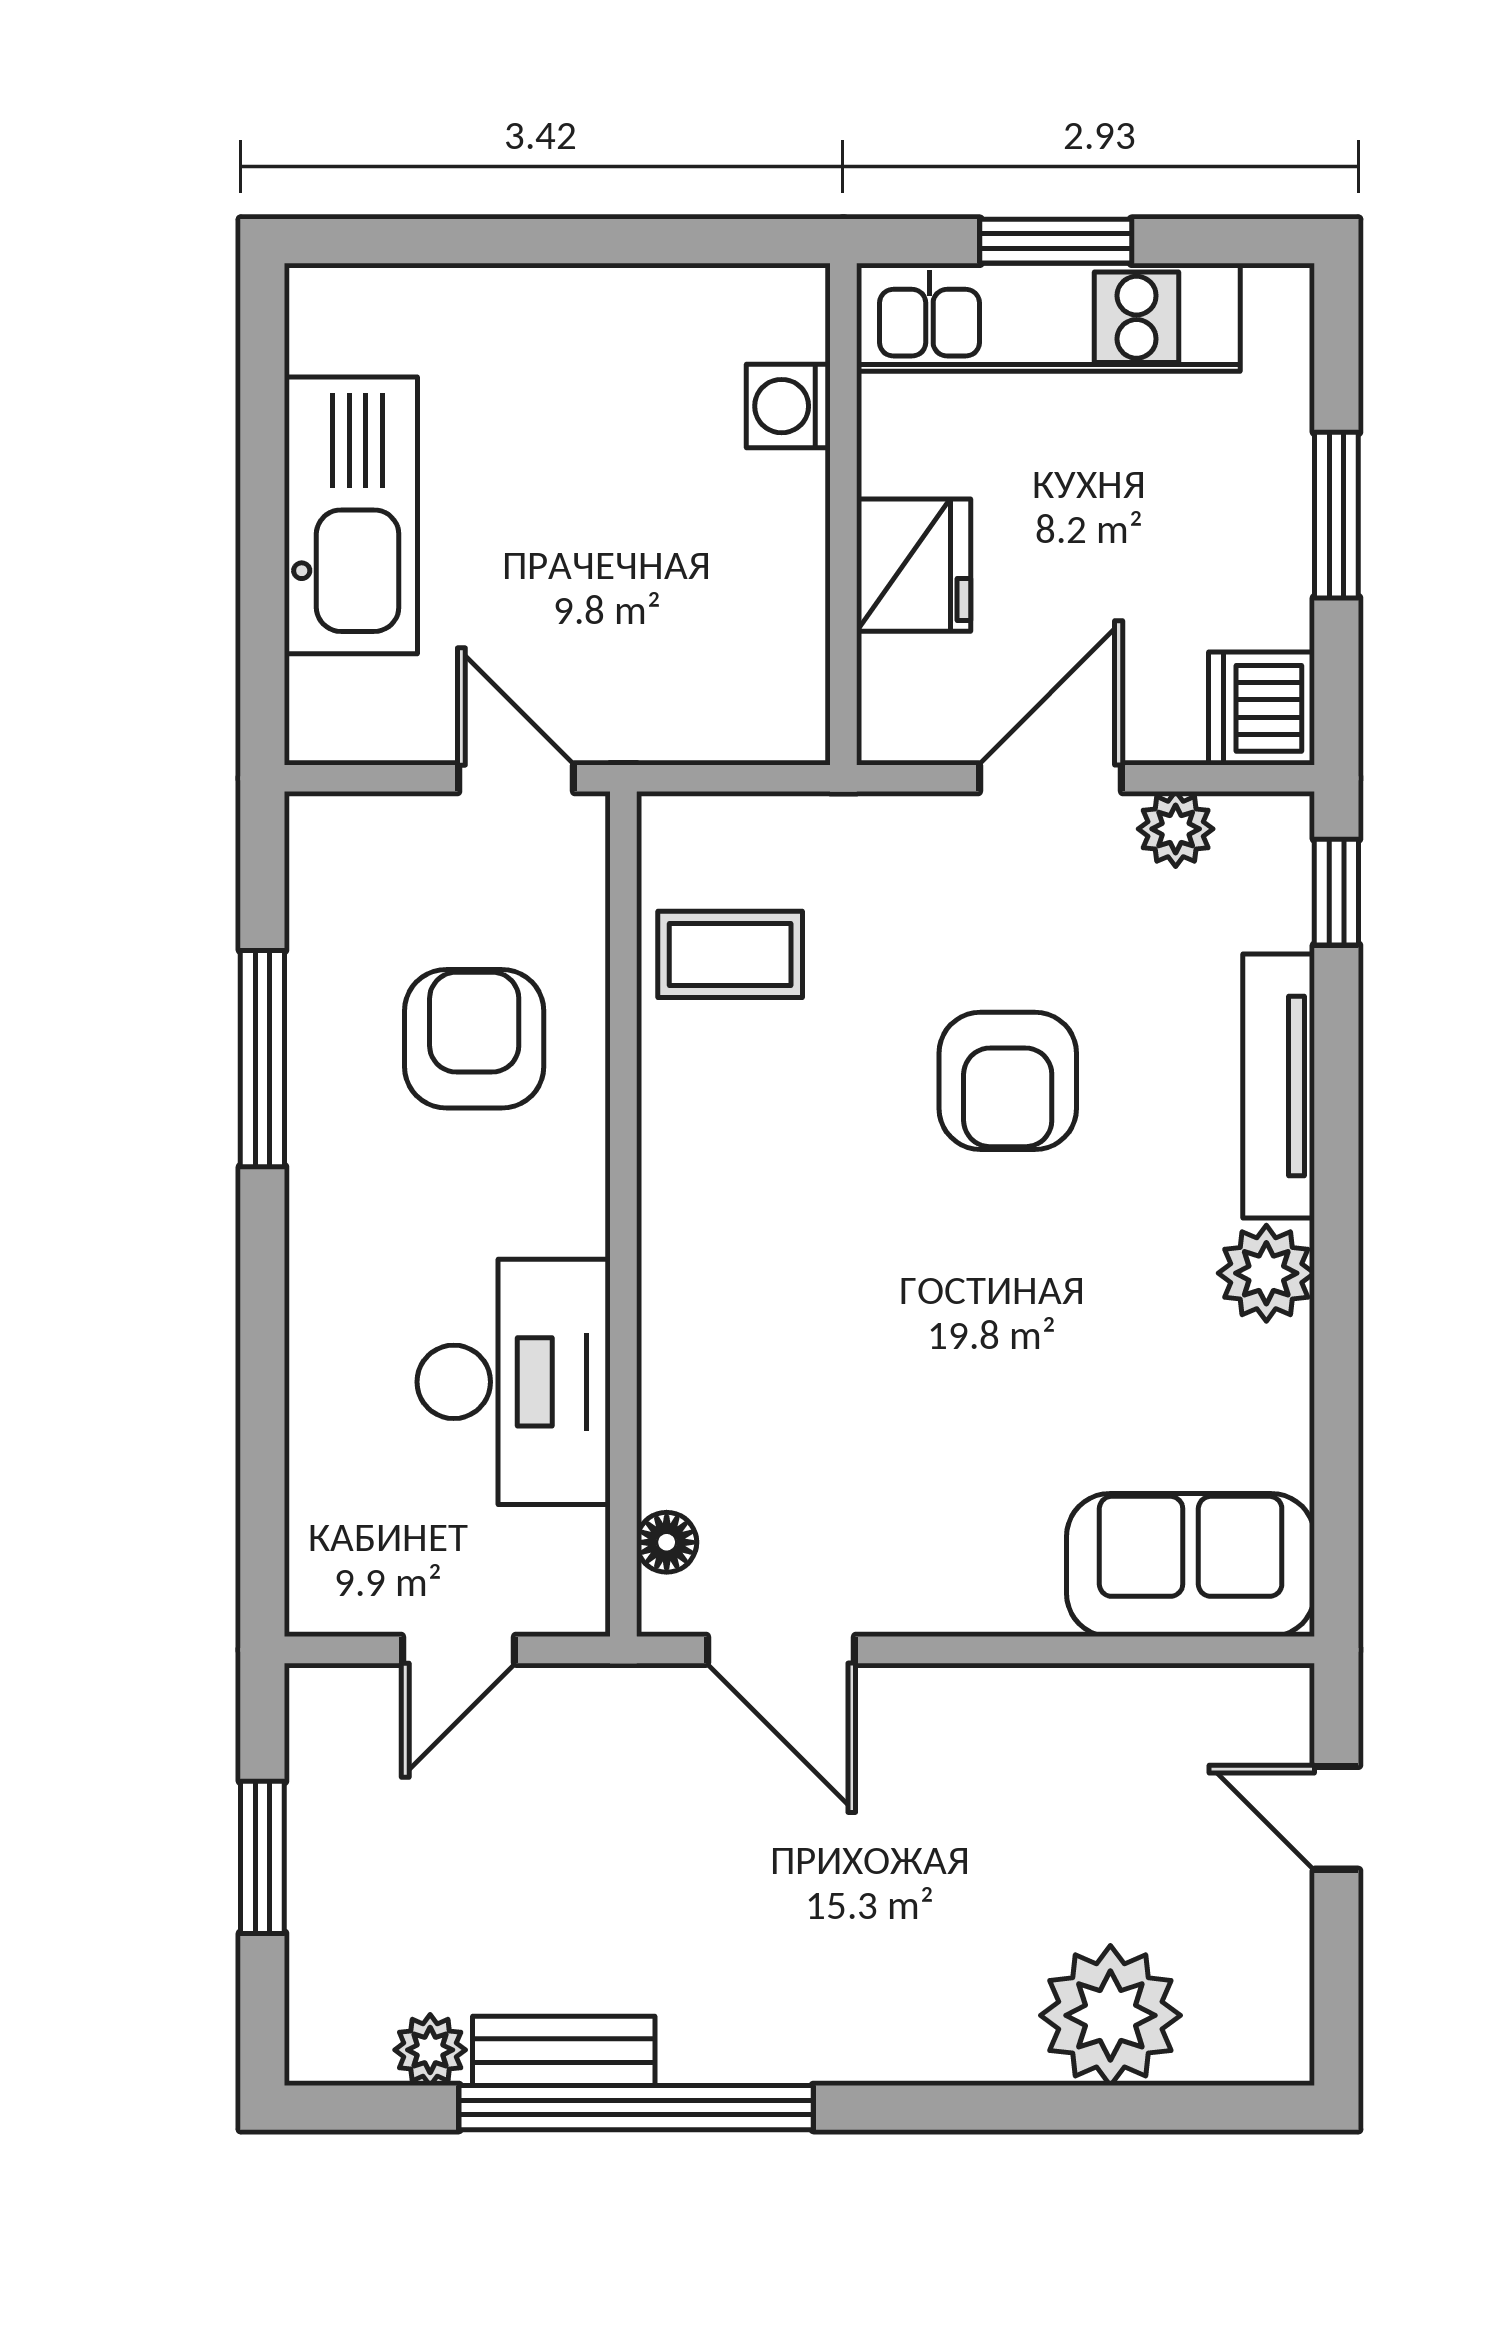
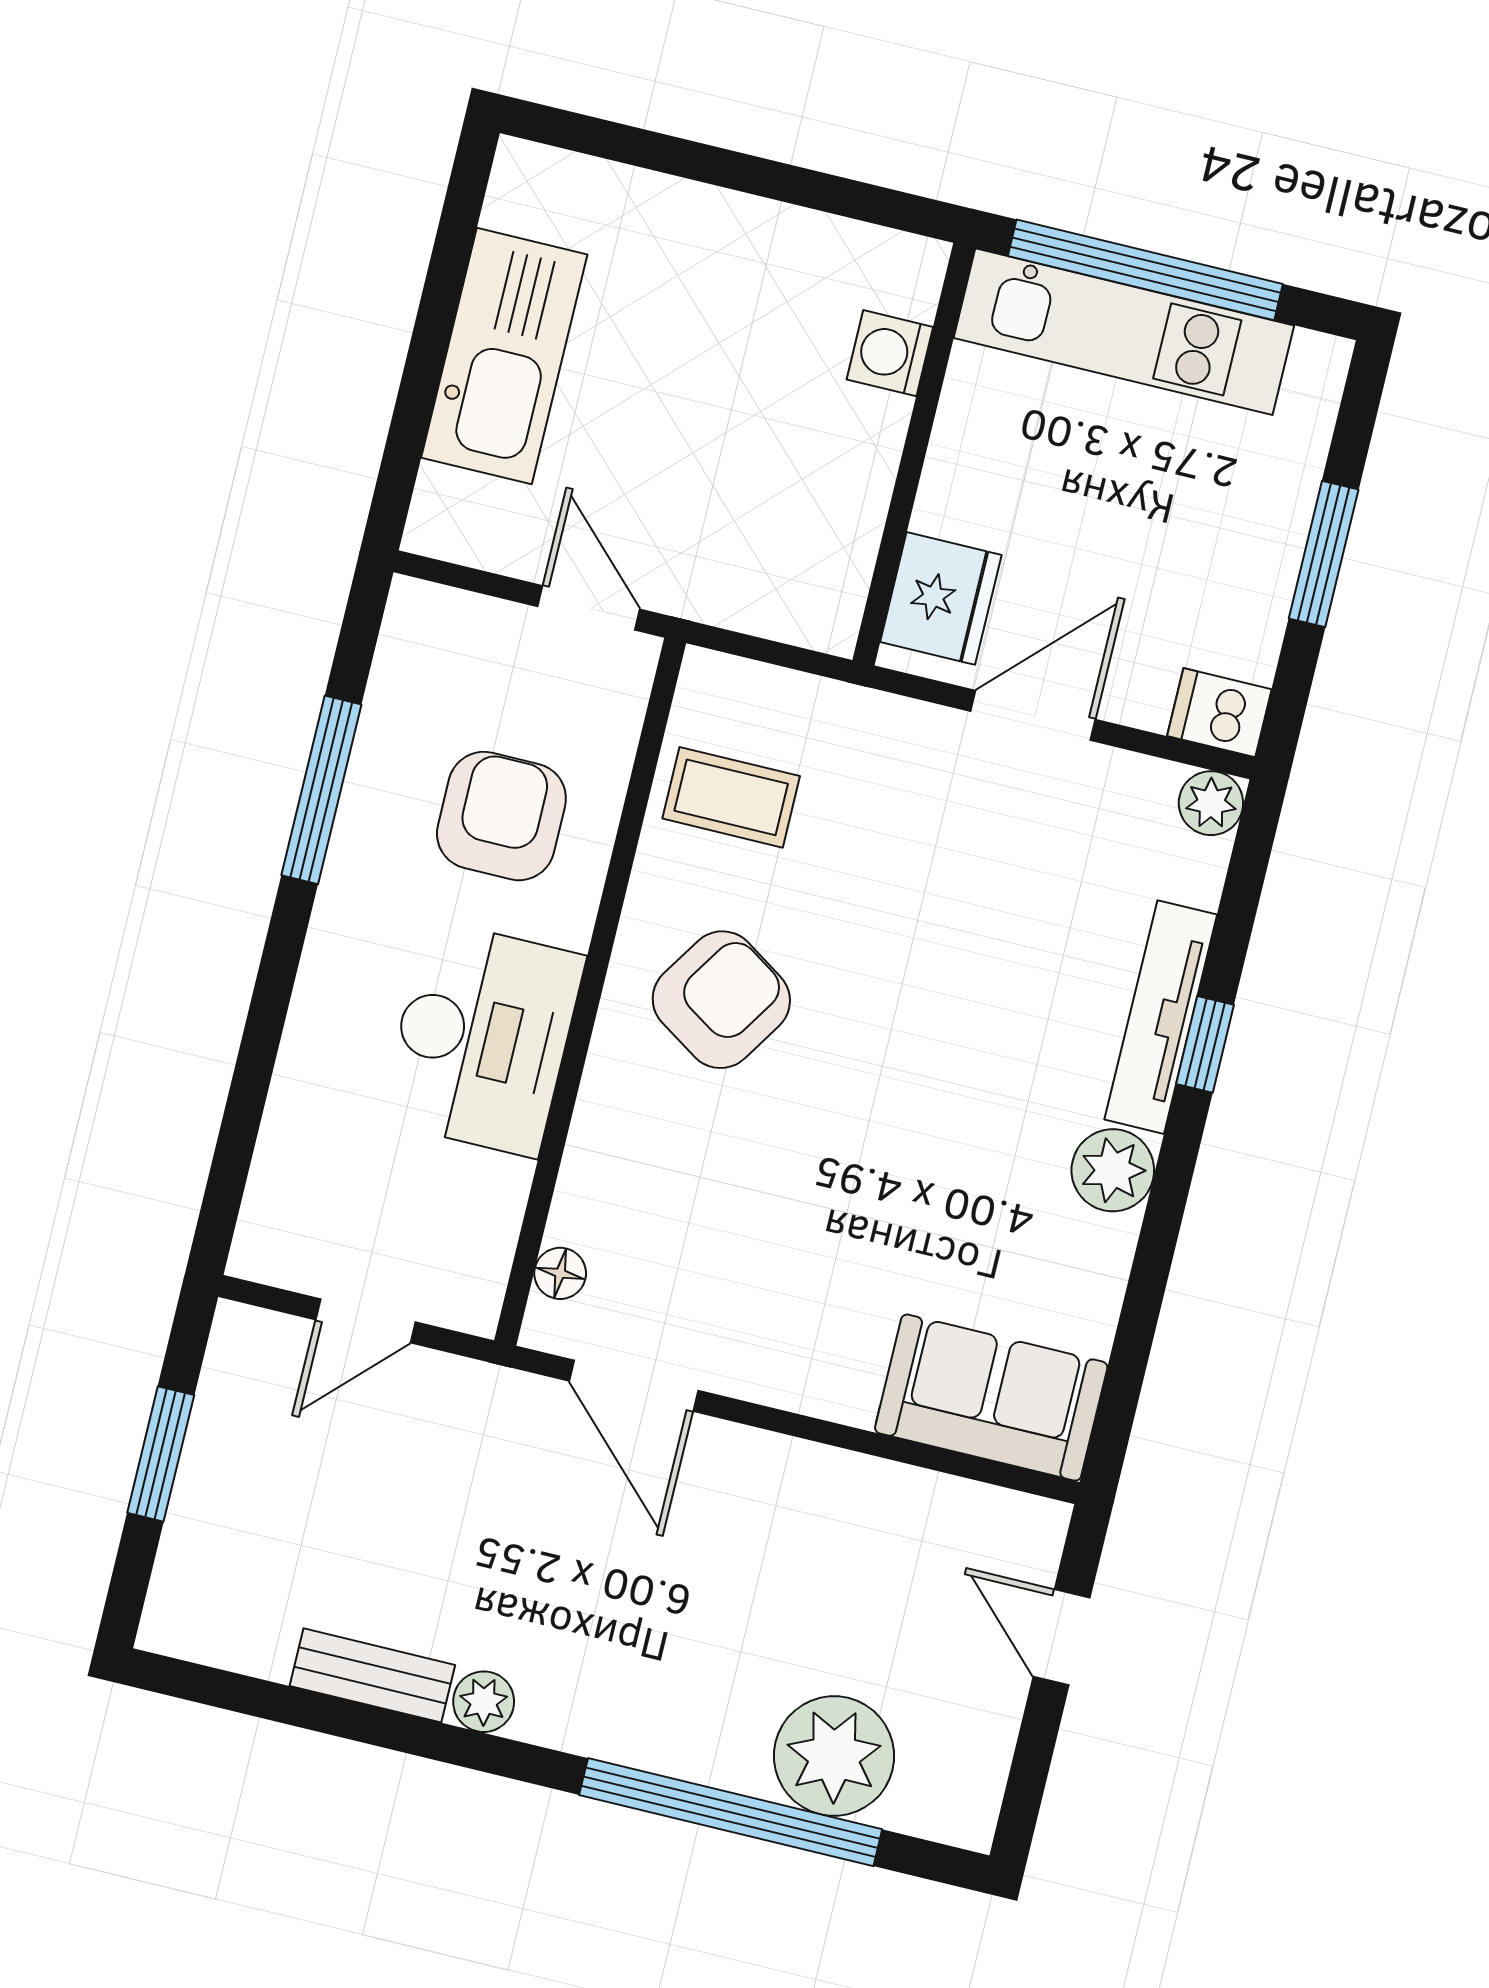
window: (1056, 241) -> (1145, 270), width x2.11
fridge: (914, 565) -> (941, 598), moved
dishwasher: (1261, 708) -> (1219, 713), width x0.73
plant: (1176, 829) -> (1211, 803), moved
window: (1336, 892) -> (1205, 1044), moved
armchair: (1008, 1081) -> (721, 1000), moved, turned -147
desk: (514, 1382) -> (482, 1038), moved
plant: (430, 2050) -> (484, 1702), moved
window: (636, 2108) -> (731, 1812), moved

